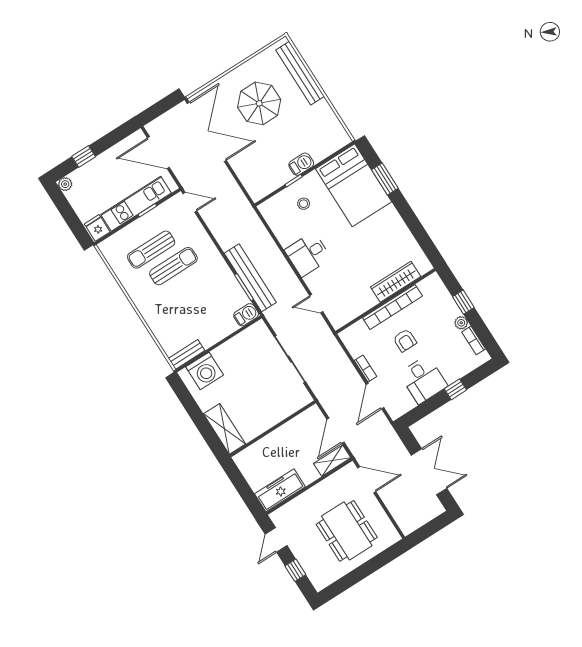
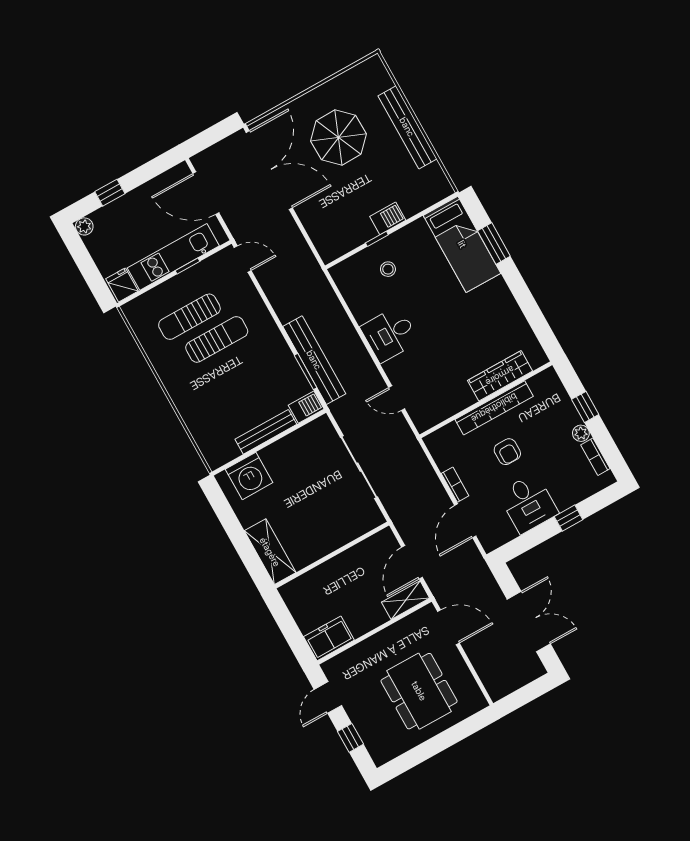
bench: (300, 73) -> (407, 127), moved
bed: (354, 185) -> (462, 244), width x0.67
bench: (186, 354) -> (266, 432), moved, width x1.36
freezer: (280, 490) -> (329, 638), width x0.71

